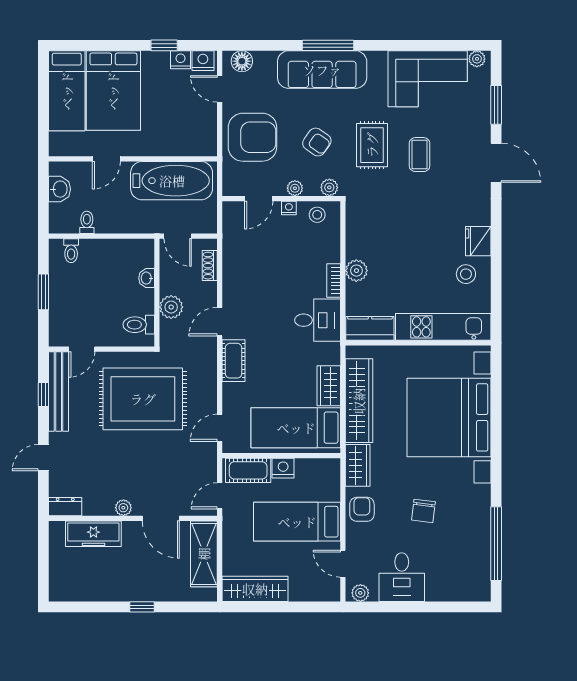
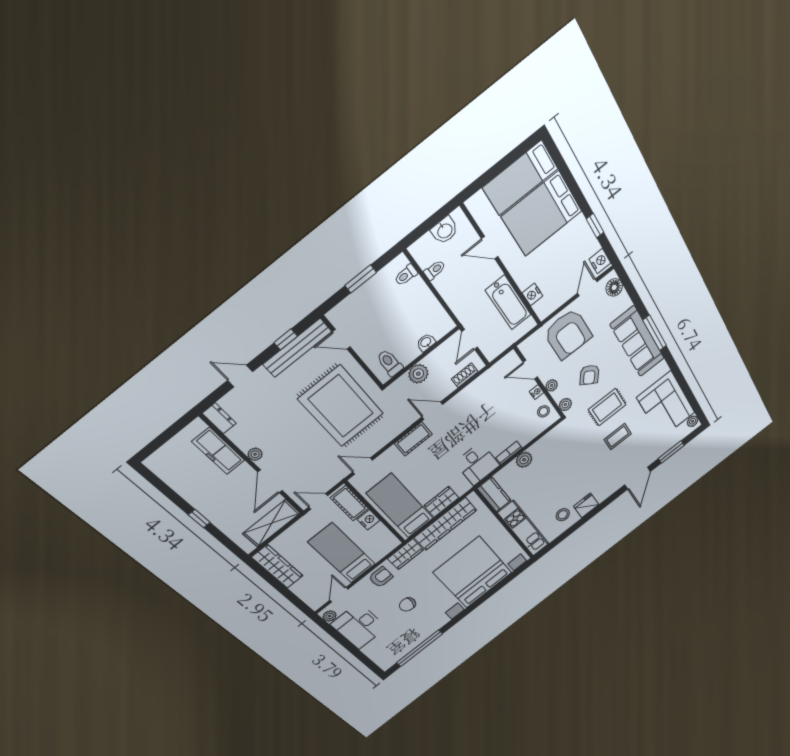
nightstand: (180, 60) -> (532, 294), moved, turned 180
bathtub: (172, 181) -> (508, 302), width x0.73, depth x0.73
desk: (402, 577) -> (359, 626), width x1.37

